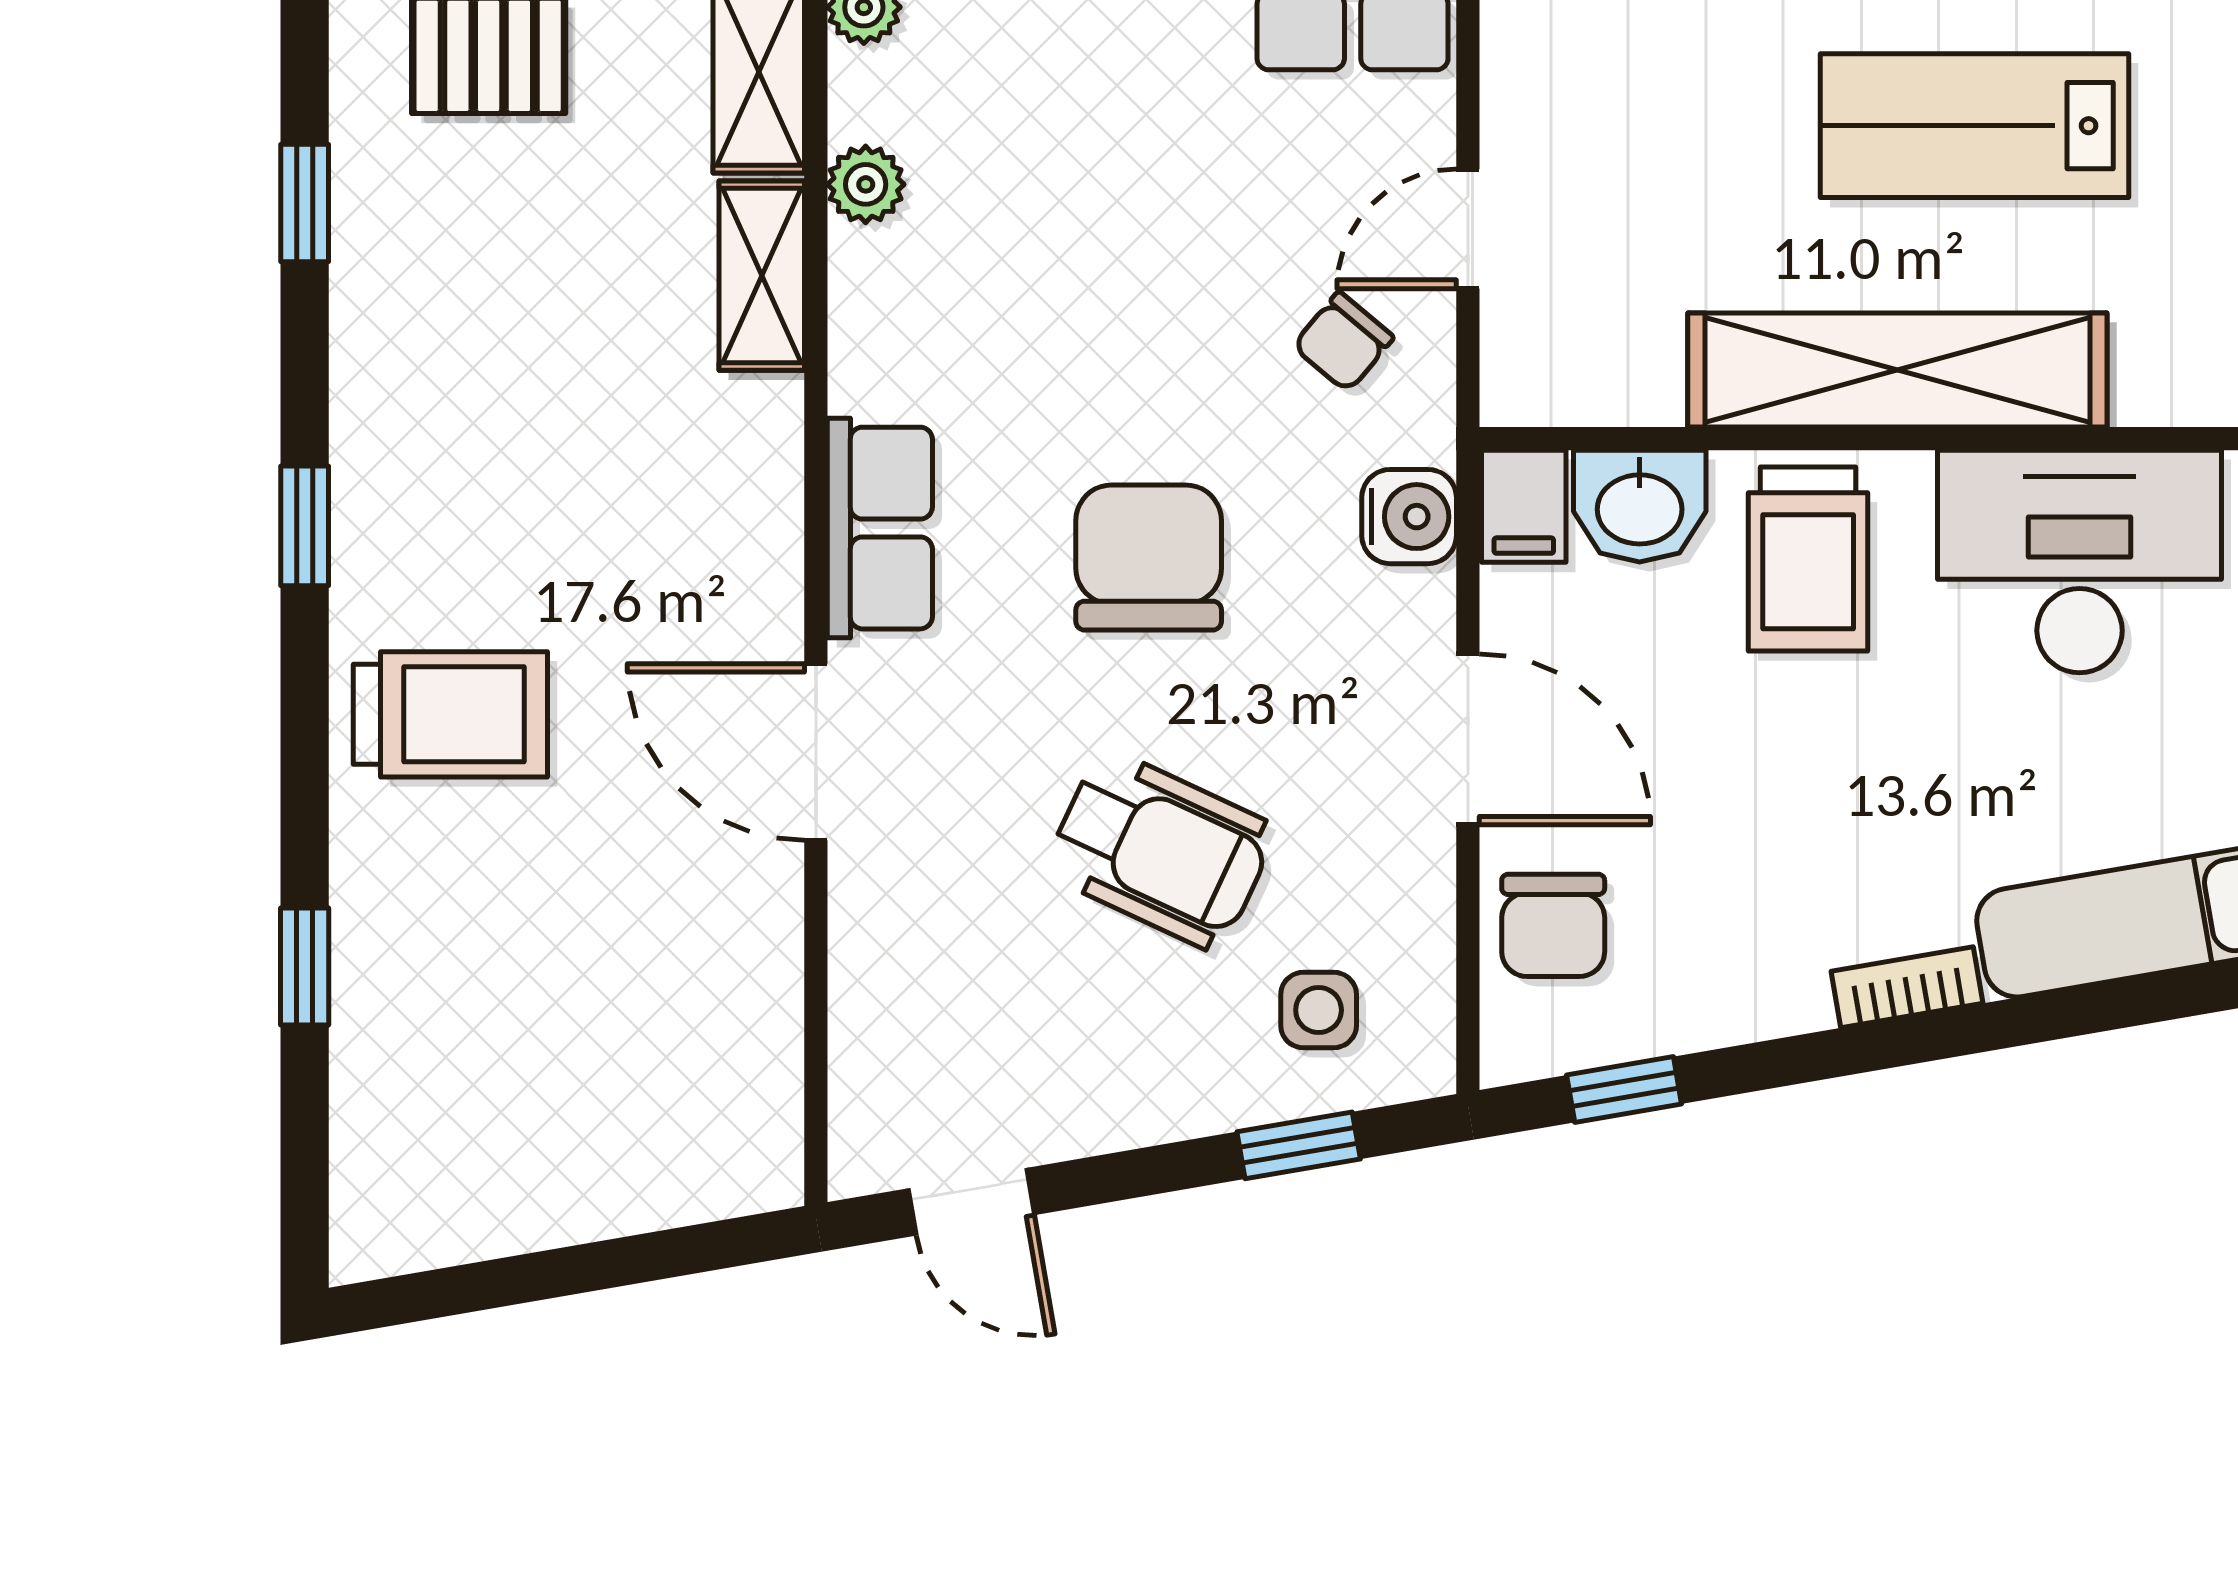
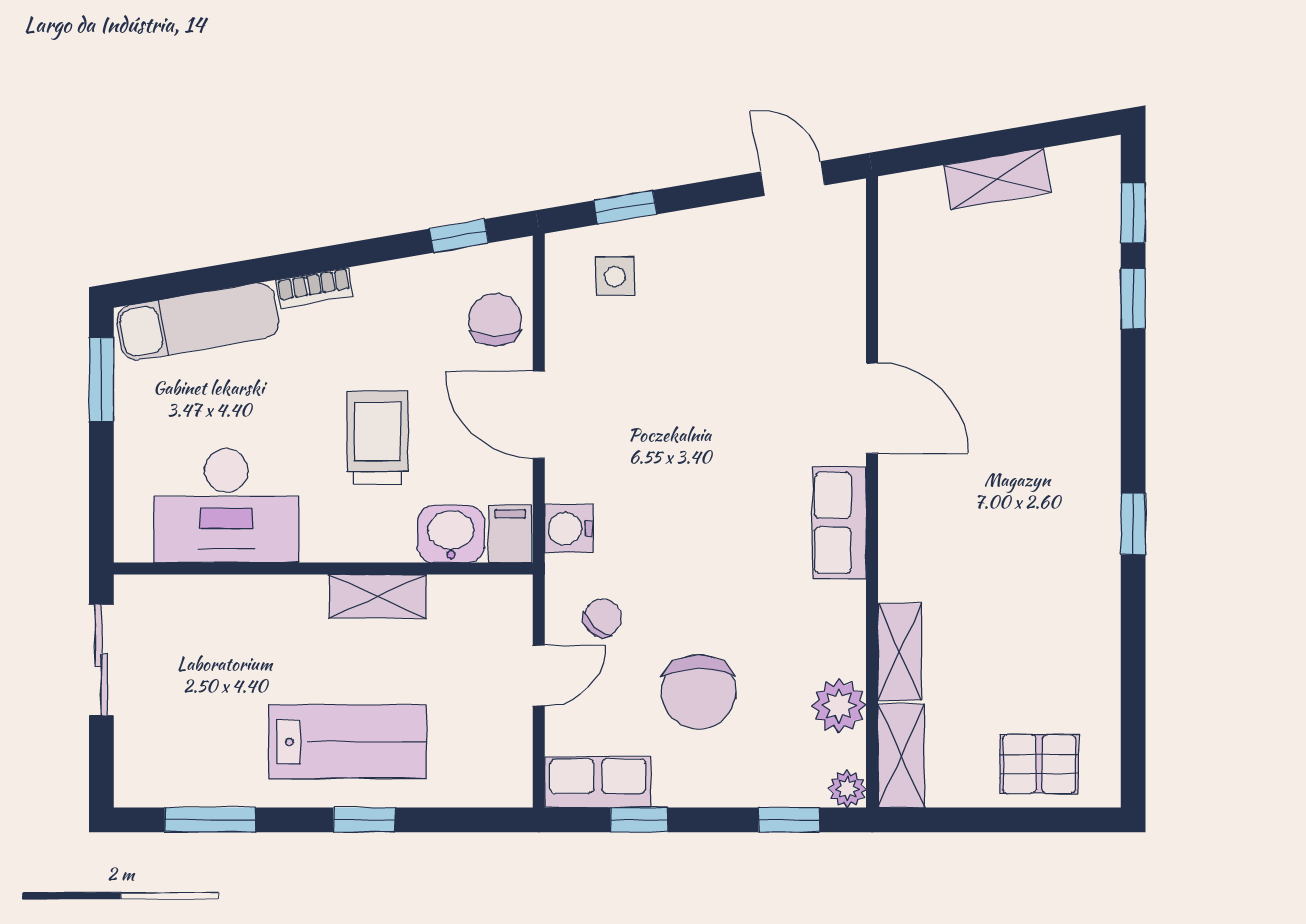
lab bench: (1975, 126) -> (348, 742), moved
plant: (866, 184) -> (839, 706), width x1.38, depth x1.38
window: (305, 203) -> (1133, 213), moved
shelving: (1897, 370) -> (378, 596), width x0.45, depth x0.75
chair: (1149, 557) -> (698, 692), moved
trolley: (1808, 559) -> (378, 438), moved
trolley: (450, 714) -> (1059, 428), removed
wheelchair: (1160, 850) -> (696, 358), removed
shelving: (570, 1201) -> (997, 179), added

